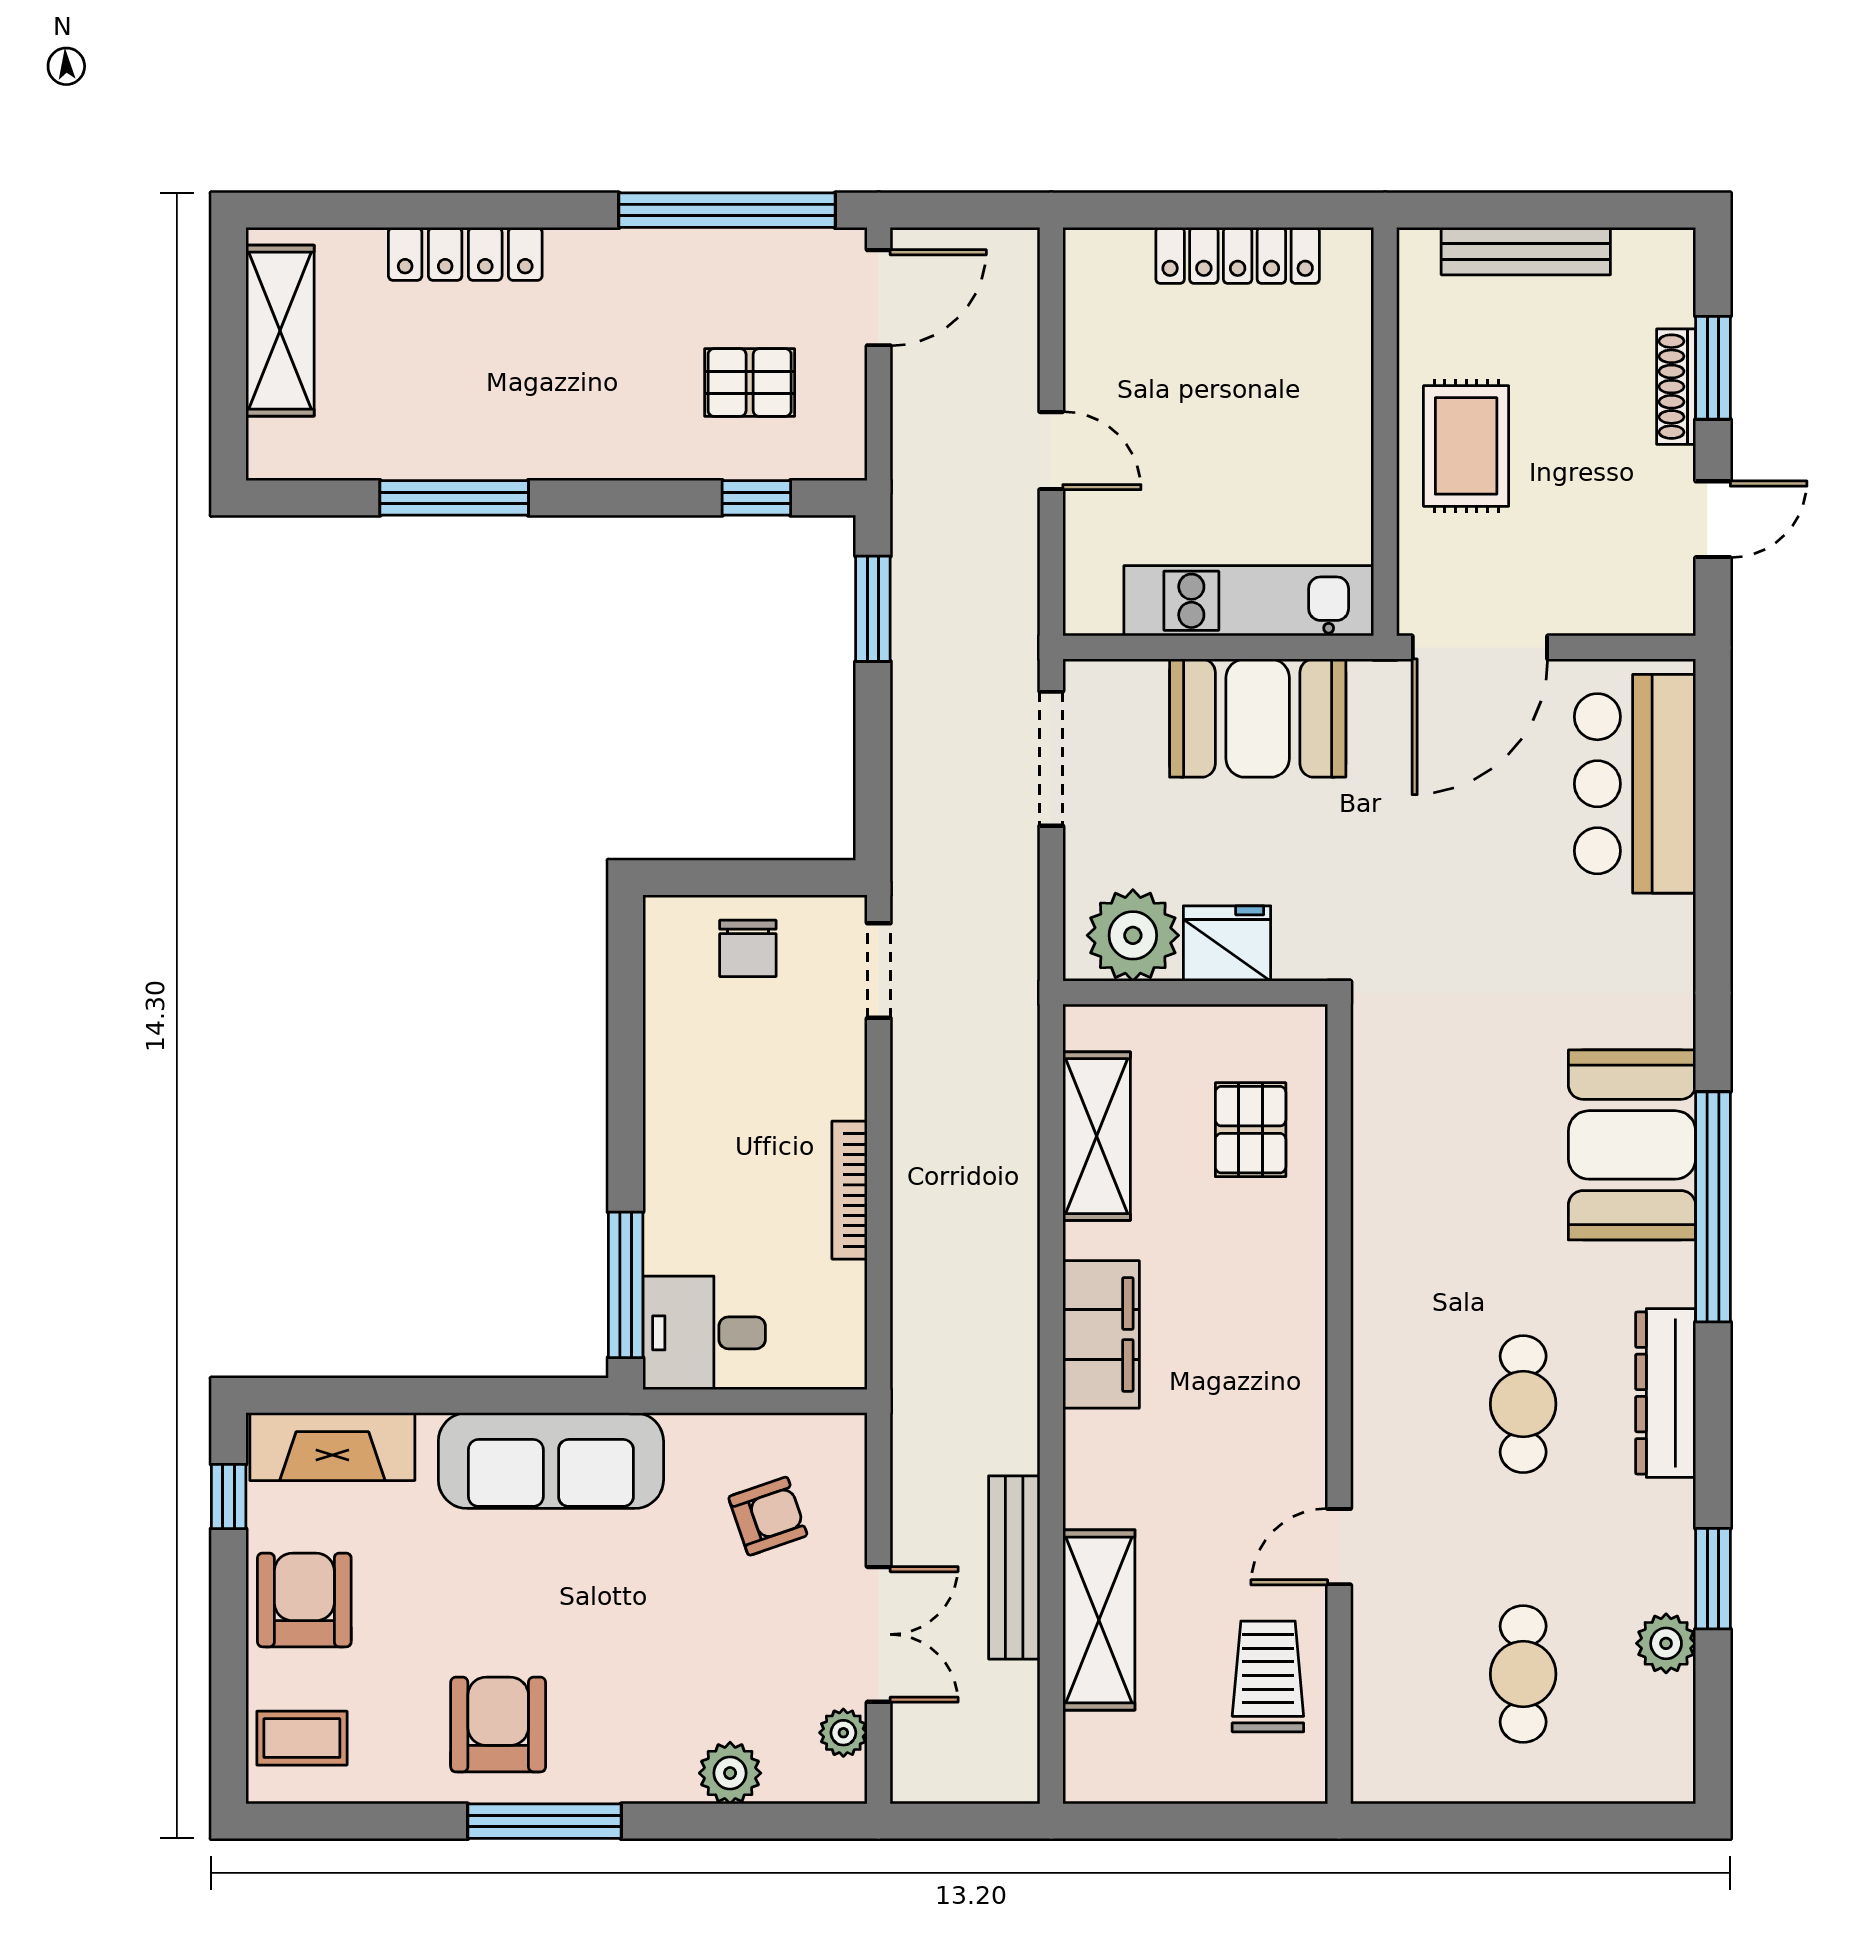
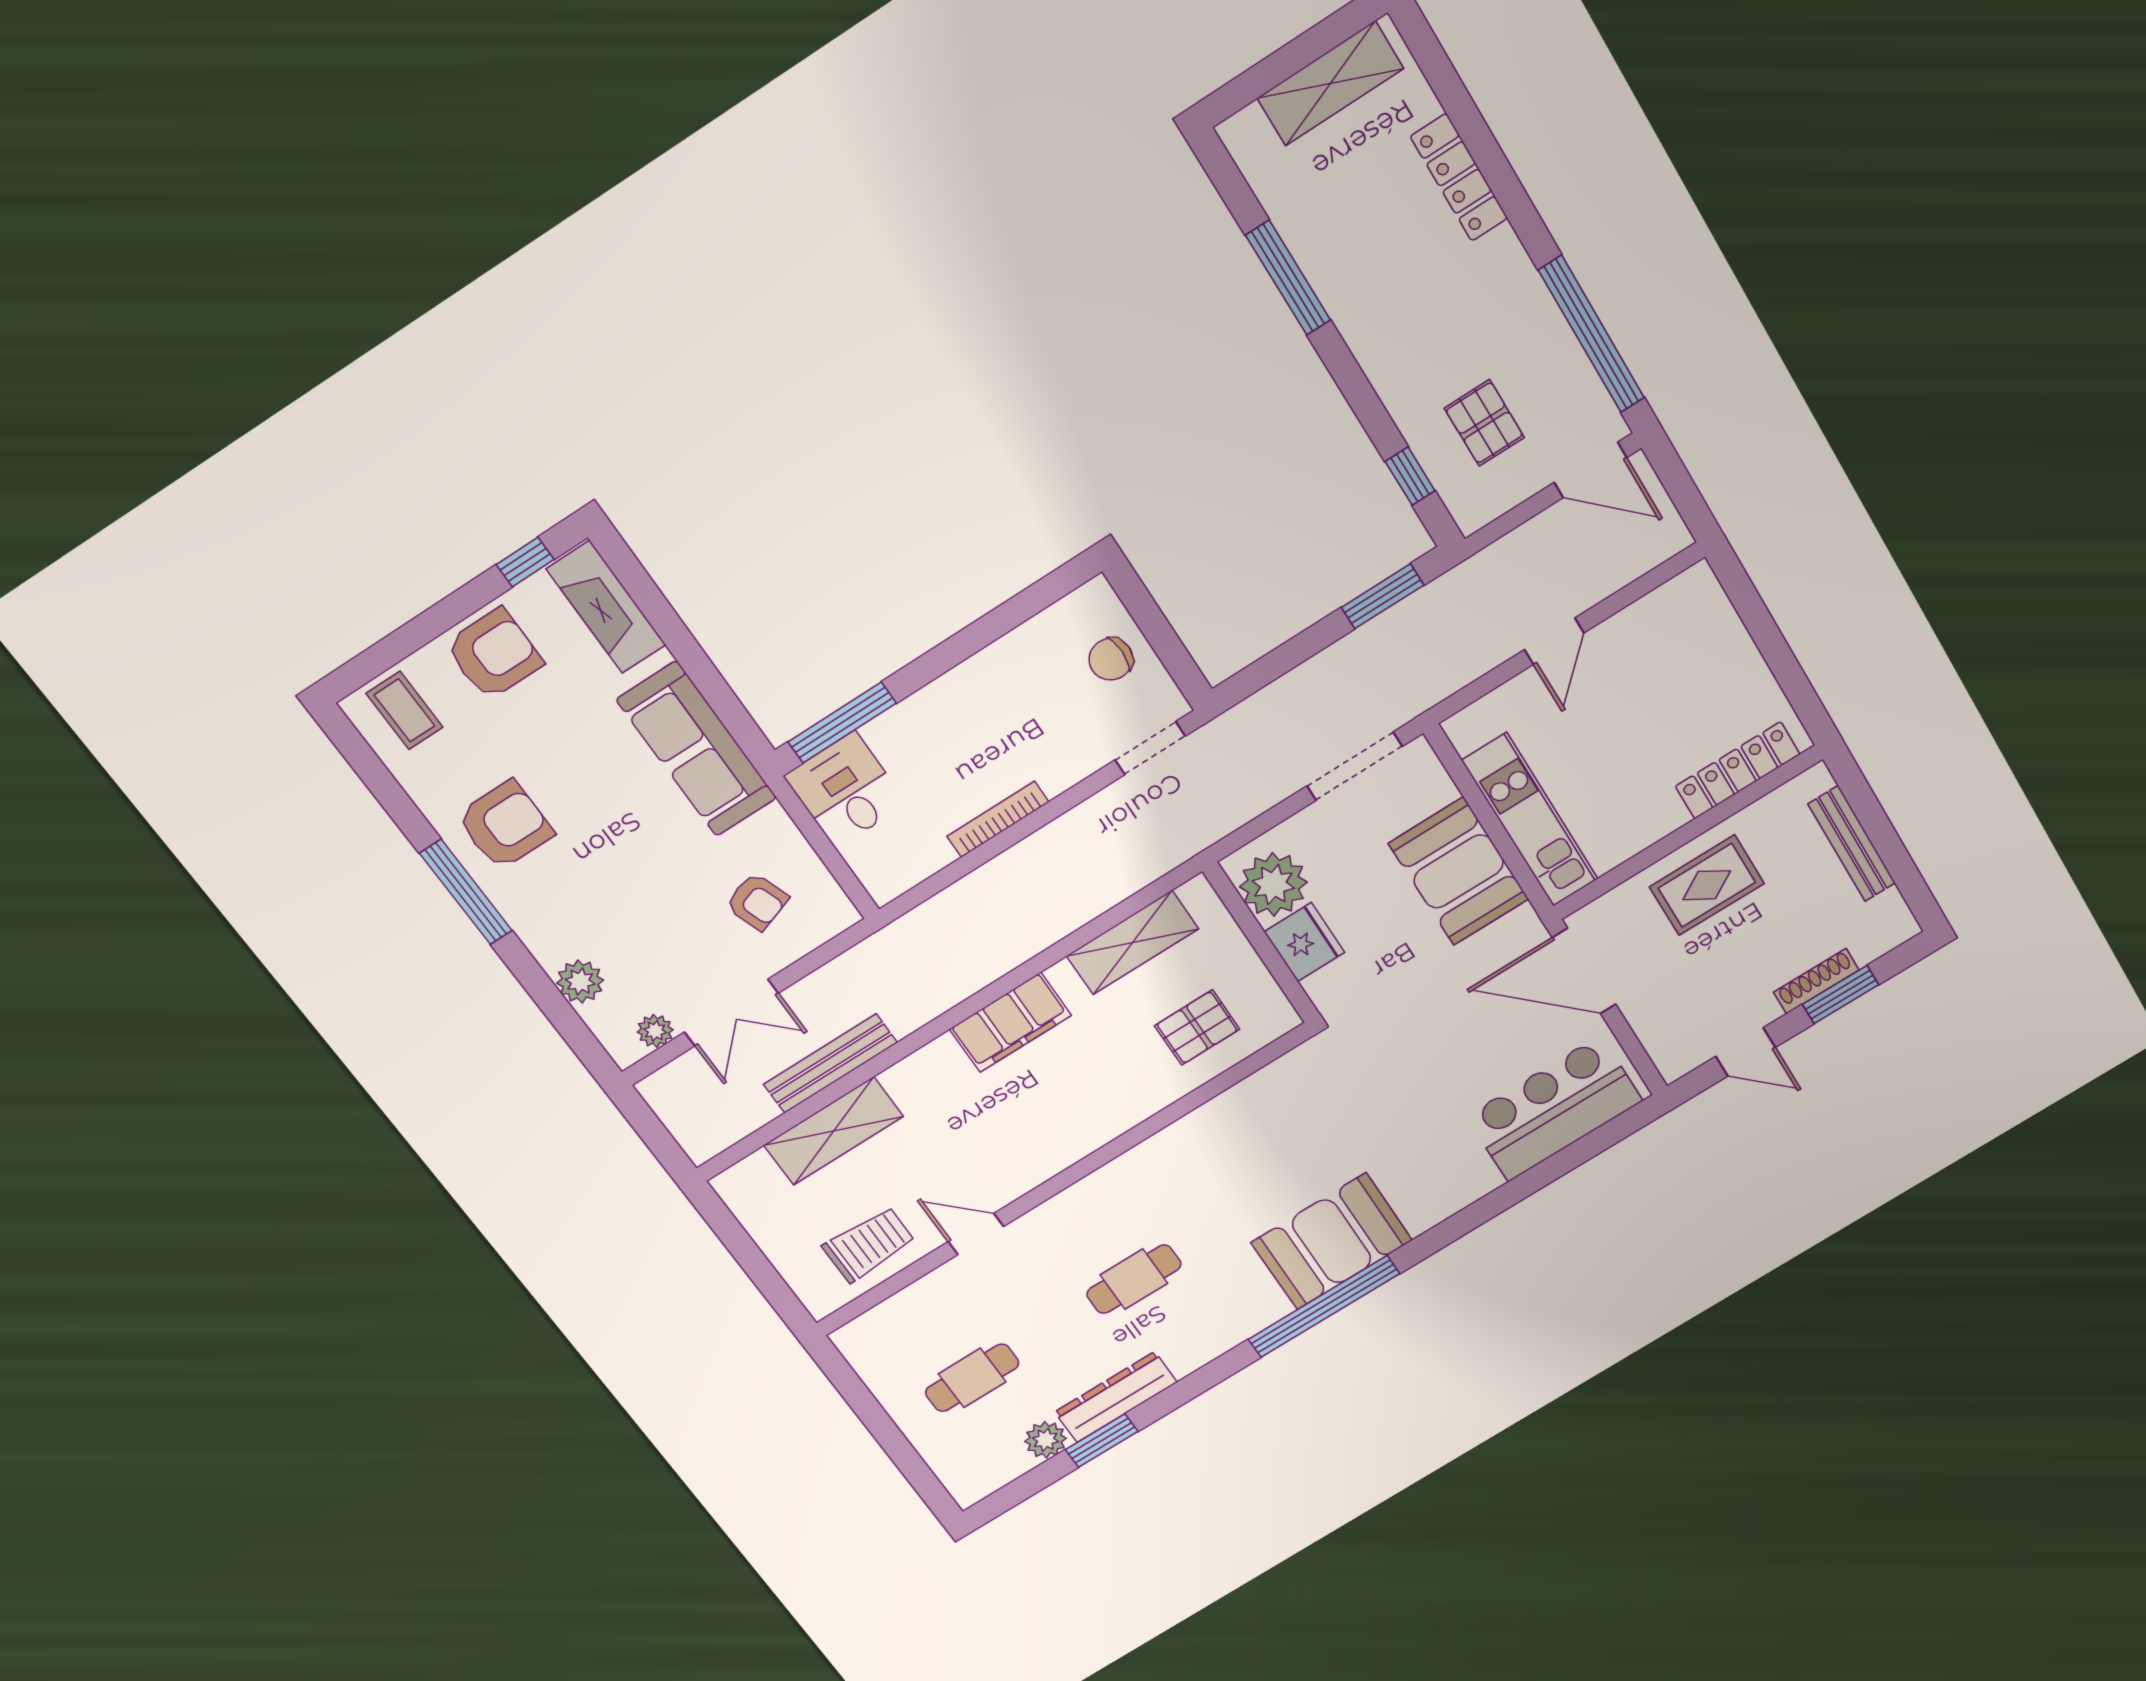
locker: (1238, 255) -> (1738, 770), moved, turned 90
dresser: (1666, 1393) -> (1116, 1397), moved

